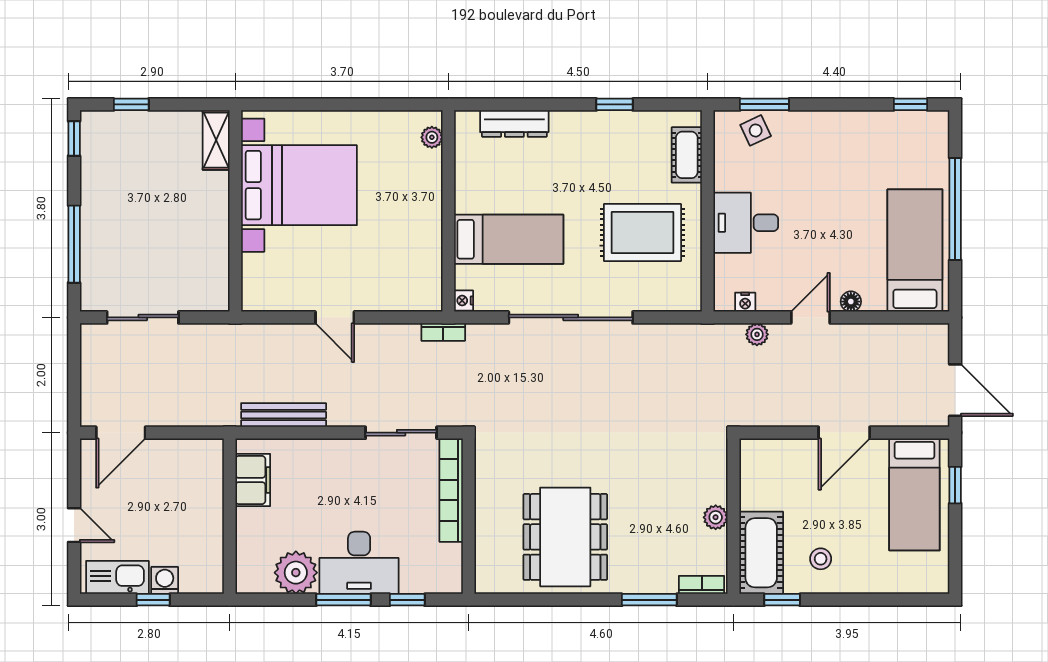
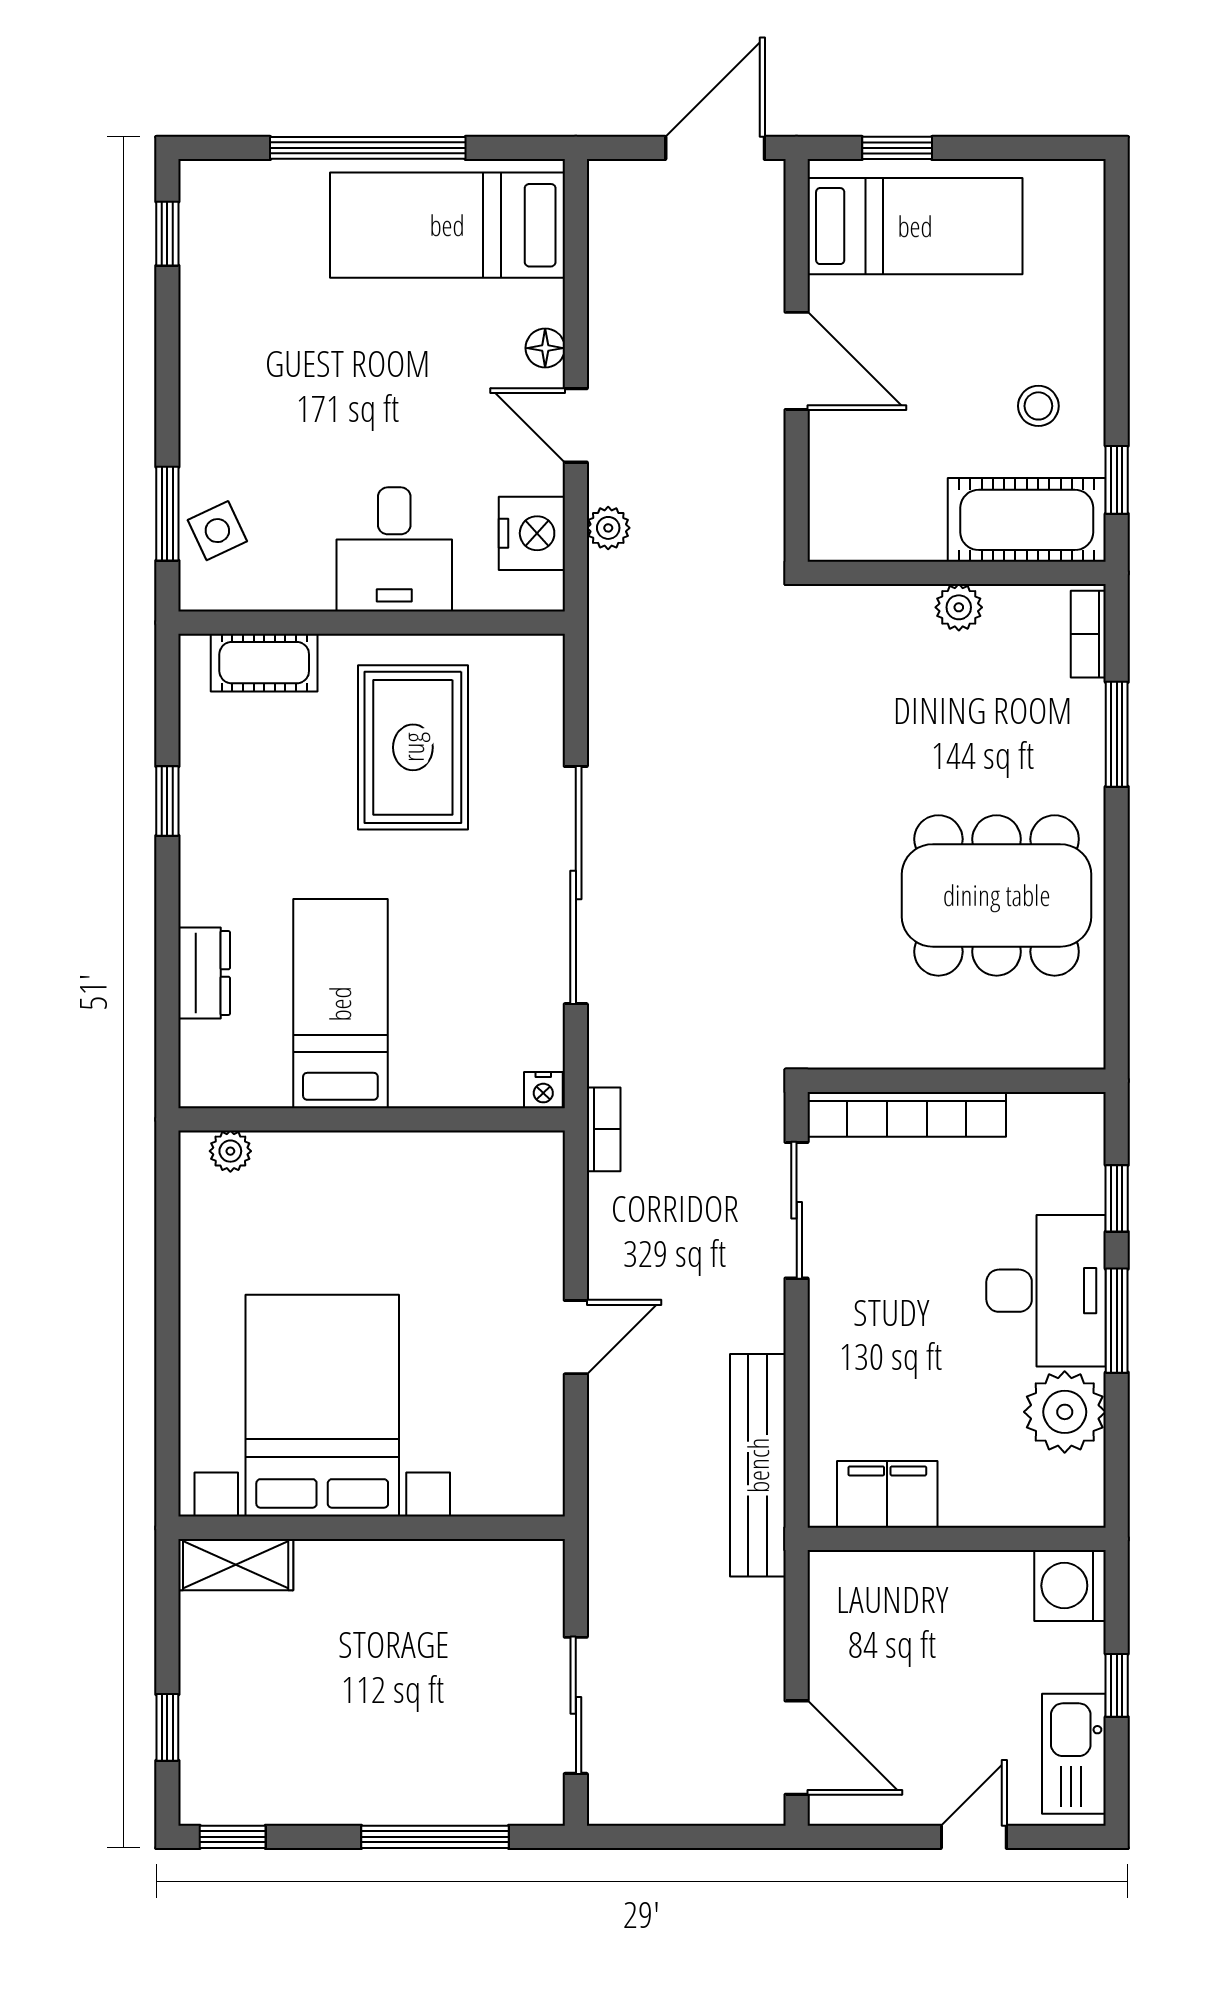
dresser: (514, 124) -> (204, 973), width x0.70
bed: (509, 239) -> (340, 1004), moved
nightstand: (745, 302) -> (532, 533), width x1.89, depth x1.79
bench: (284, 415) -> (758, 1465), width x1.37, depth x1.21
washing machine: (165, 580) -> (1070, 1586), moved, width x1.38, depth x1.38

